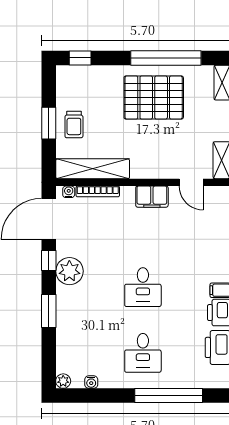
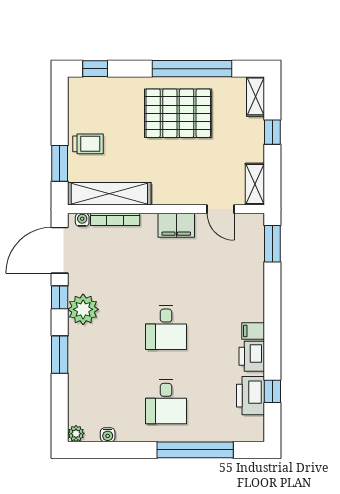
window: (49, 123) -> (60, 163), moved
trolley: (74, 125) -> (88, 144), turned -90

